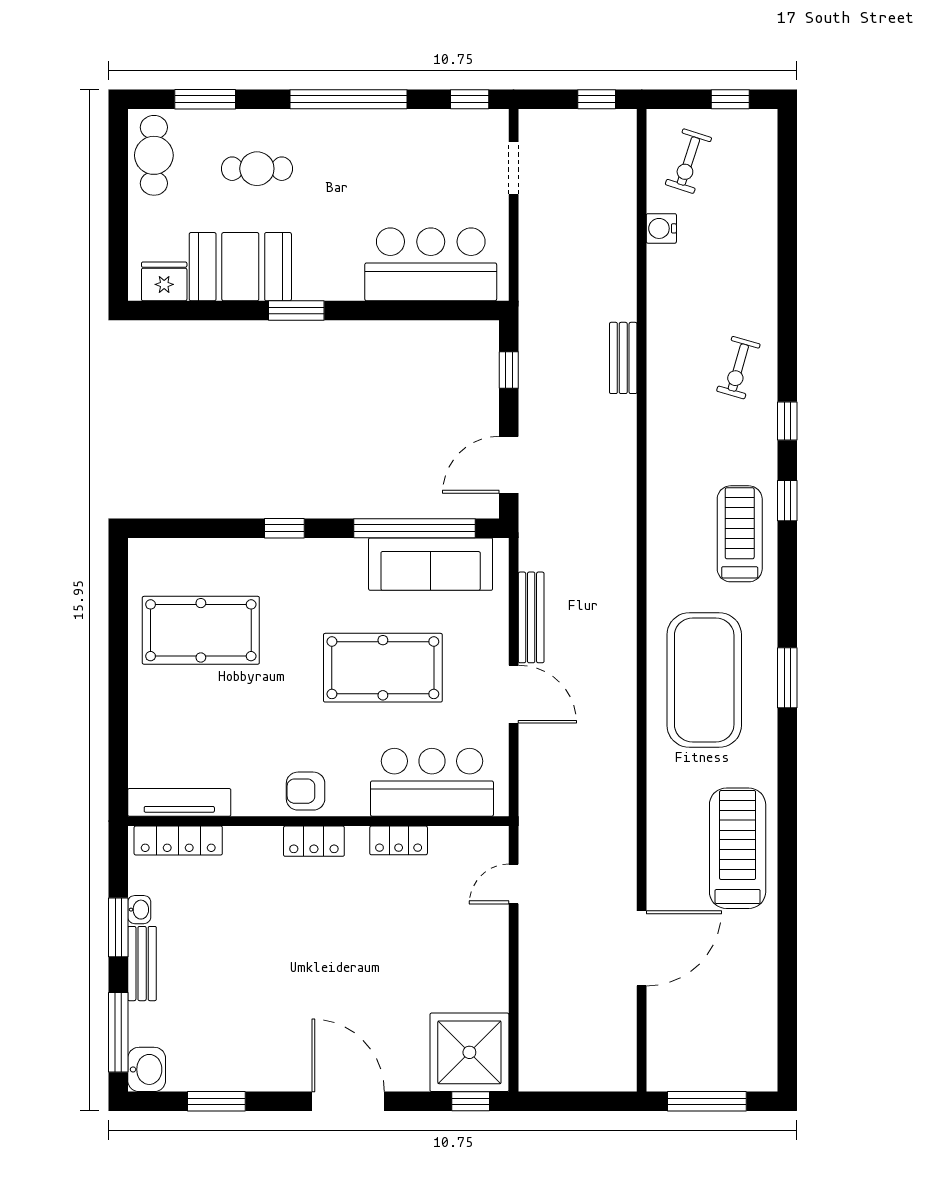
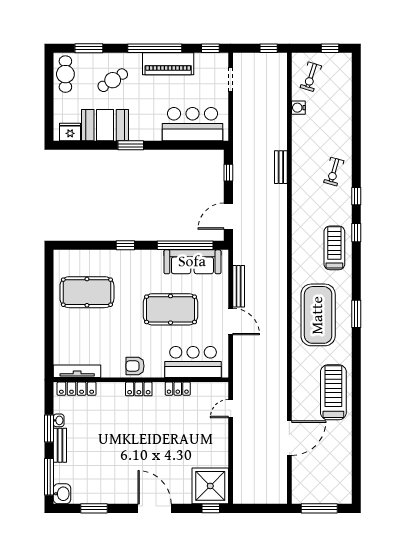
piano: (378, 133) -> (168, 64), added
cafe table: (257, 169) -> (113, 80), turned -33

